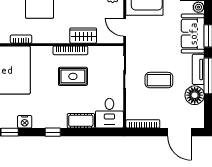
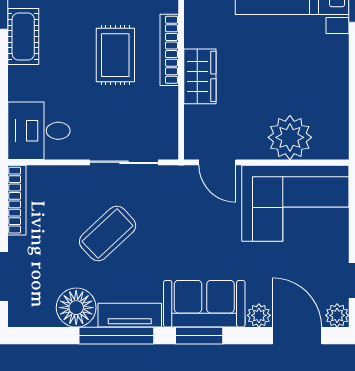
door: (125, 27) -> (217, 162), swing flipped
coffee table: (159, 80) -> (108, 233), turned 47
cot: (81, 121) -> (23, 36), moved

